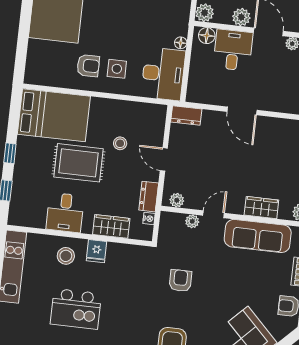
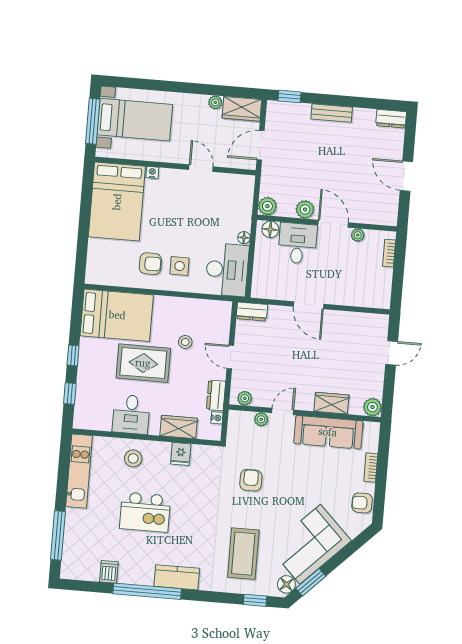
fridge: (97, 251) -> (181, 454), moved

